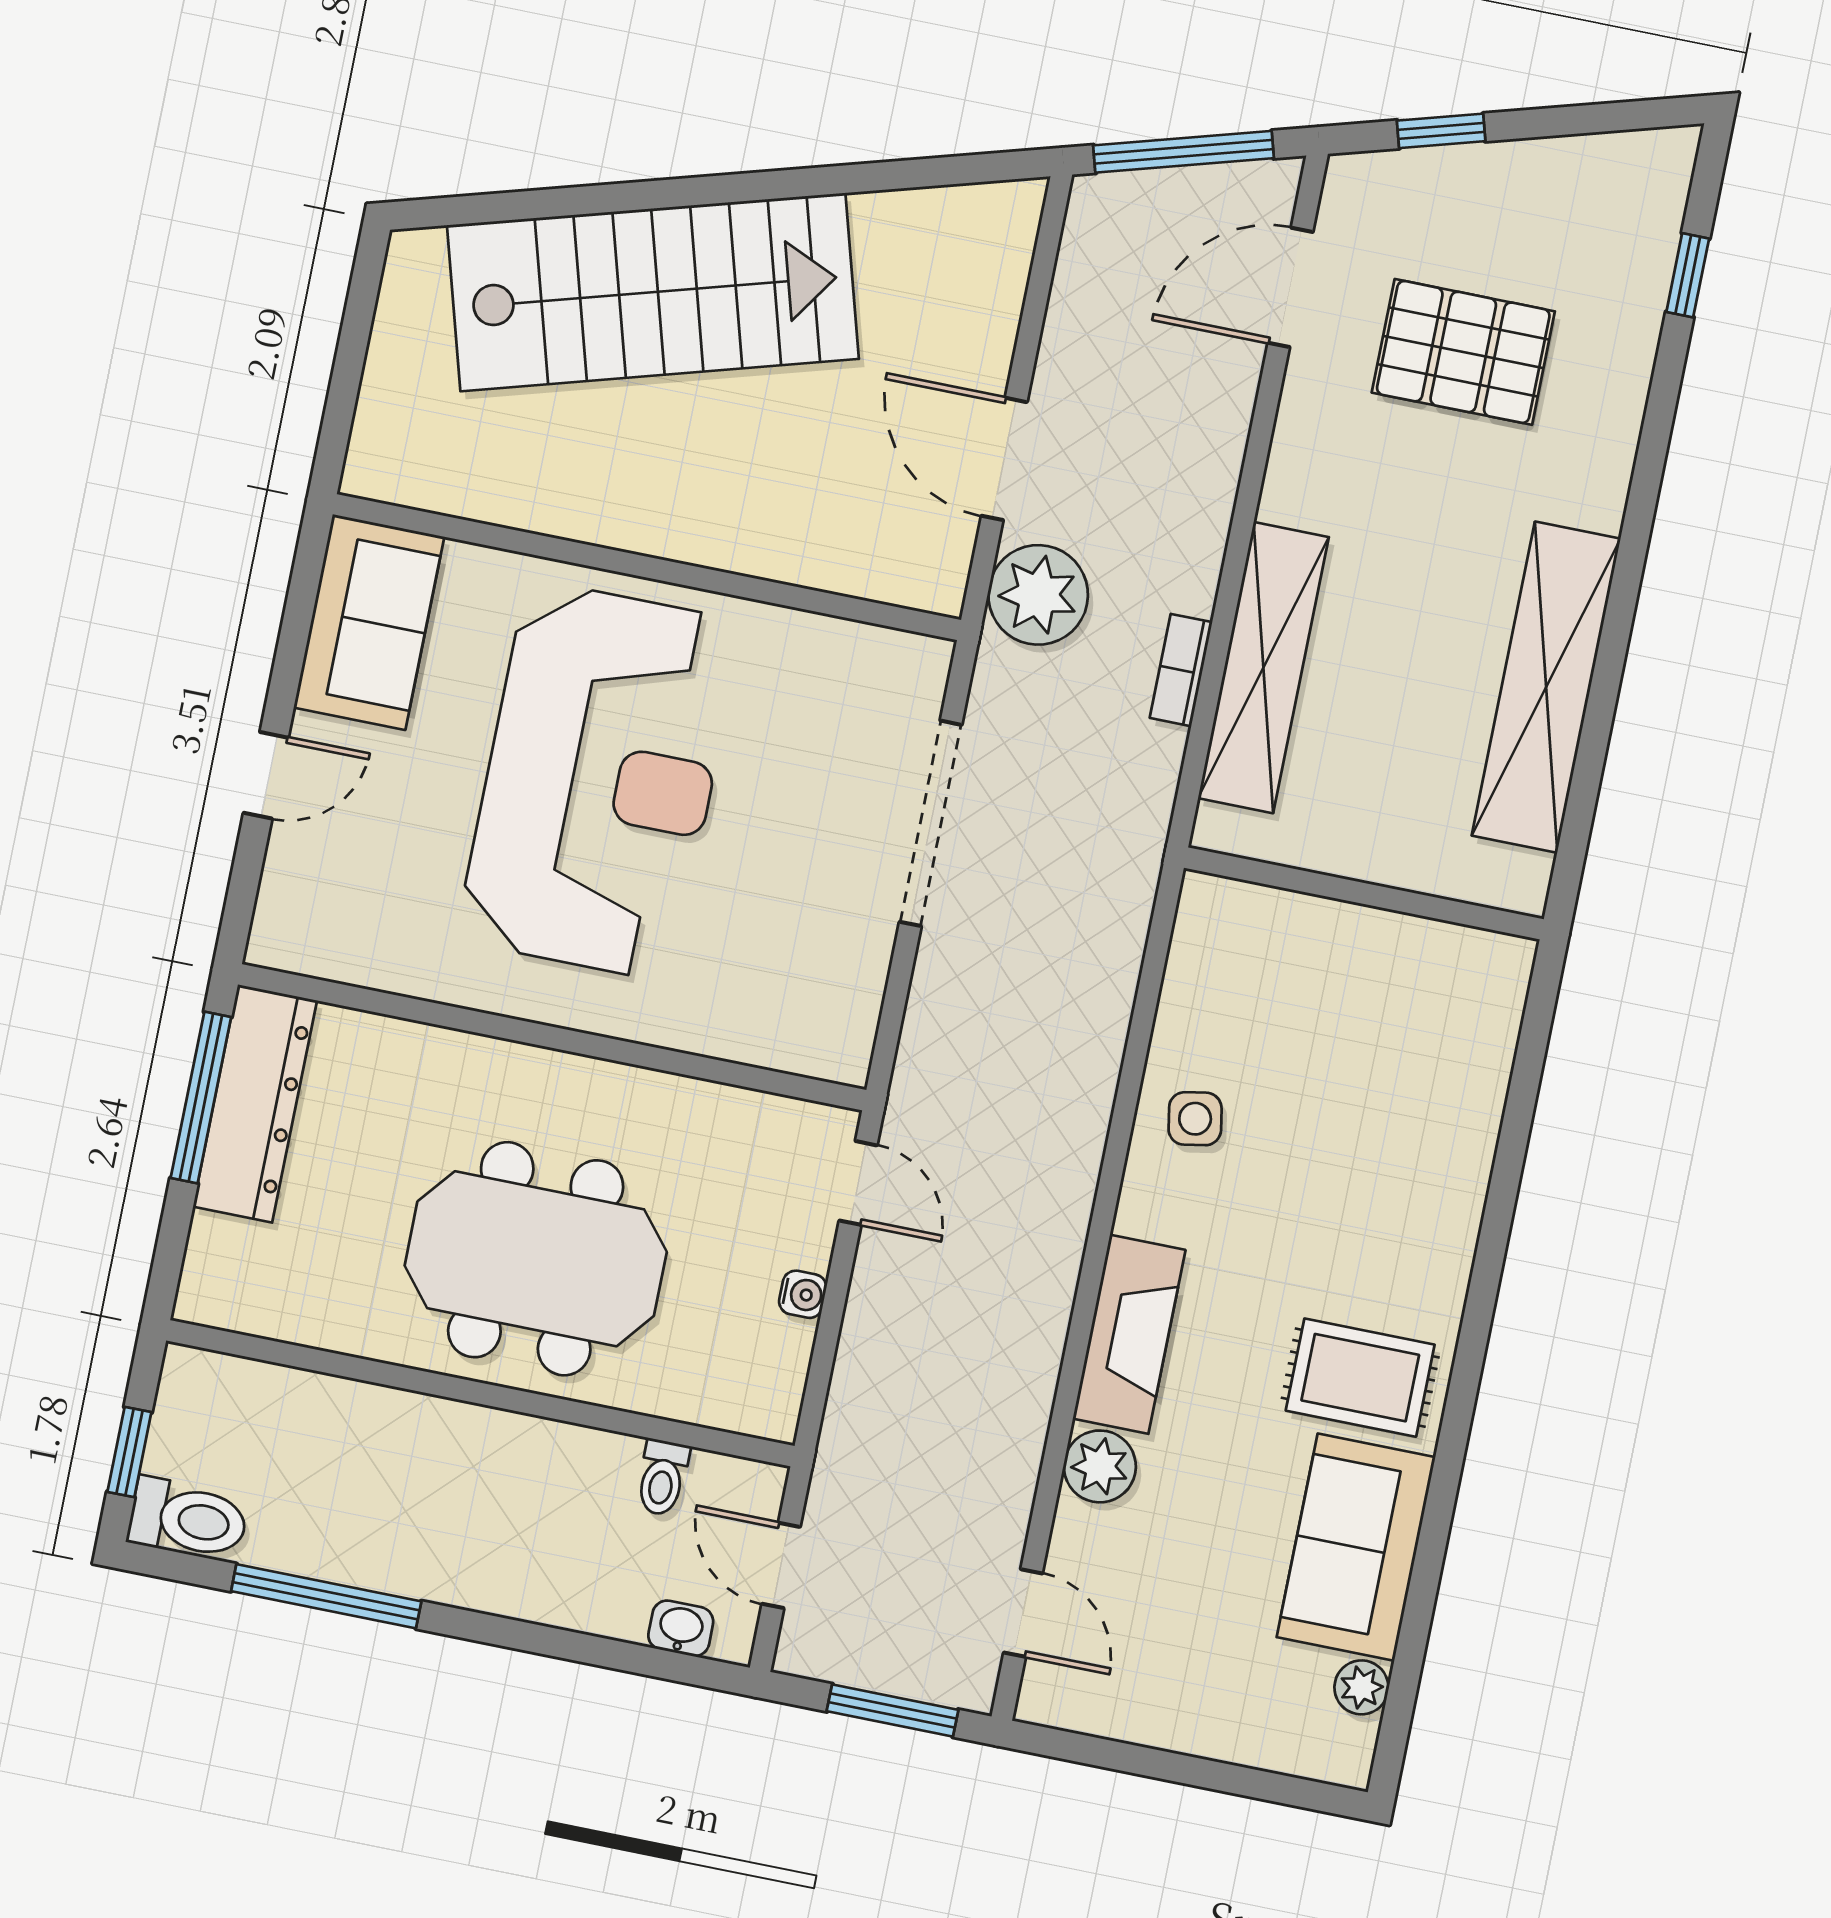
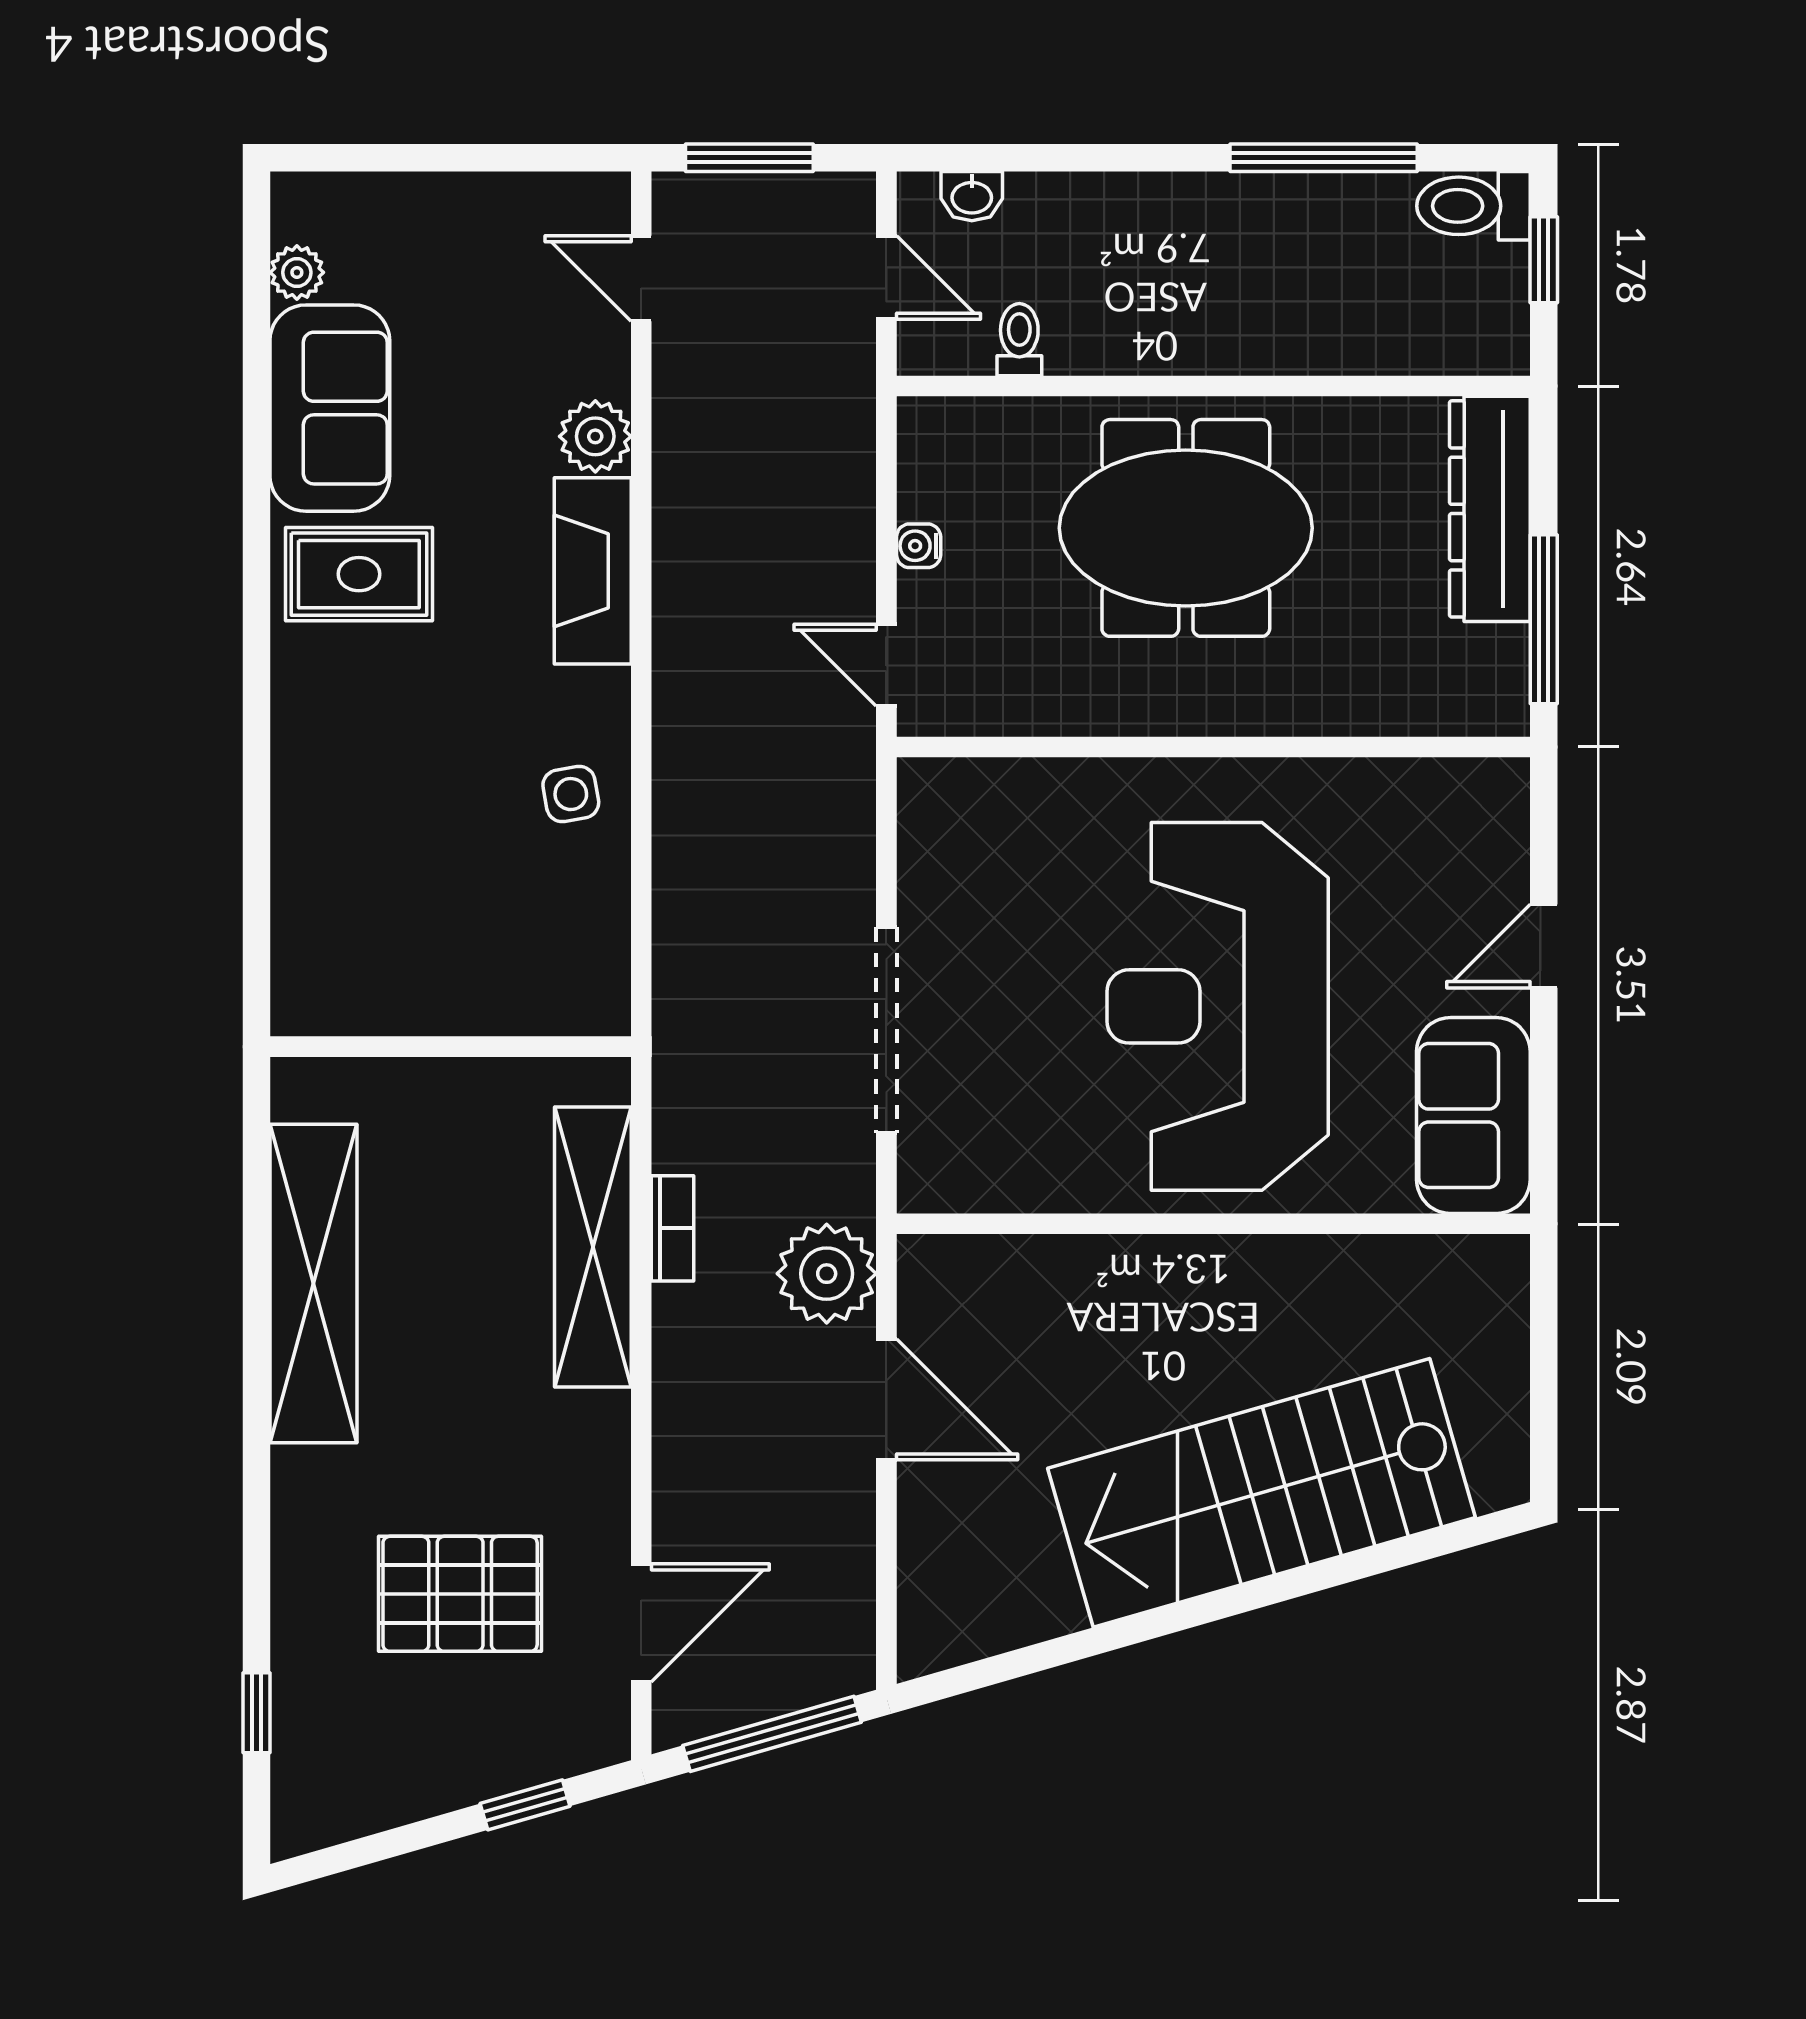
dresser: (255, 1103) -> (1490, 509), moved

